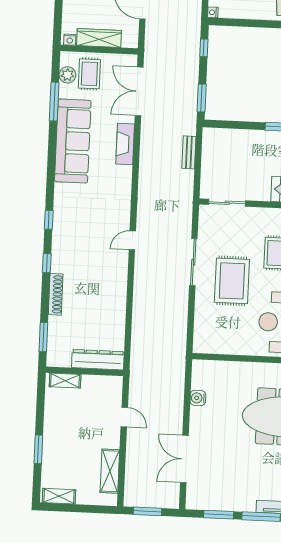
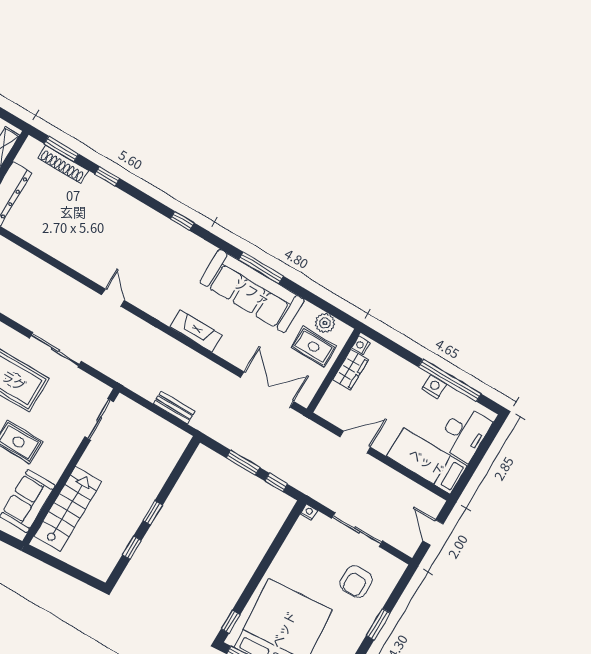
wardrobe: (99, 38) -> (351, 370), width x0.67
window: (202, 98) -> (243, 463), moved
window: (54, 102) -> (261, 268), moved
fireplace: (125, 144) -> (196, 331), moved
window: (47, 263) -> (107, 176), moved
shoe rack: (56, 294) -> (63, 164), moved

